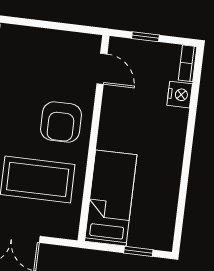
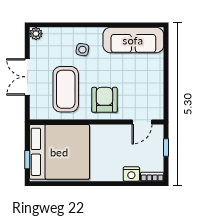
armchair: (61, 122) -> (104, 100), turned 90
bed: (111, 198) -> (59, 152), width x2.04

